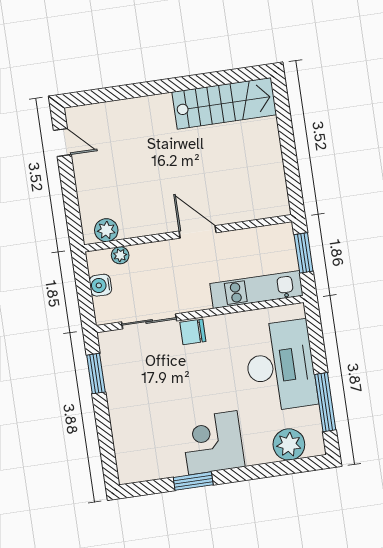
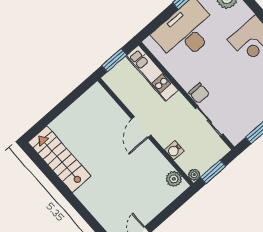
plant: (120, 255) -> (194, 175), moved
window: (83, 285) -> (213, 172), added
water cooler: (100, 285) -> (174, 150), moved, turned 90

